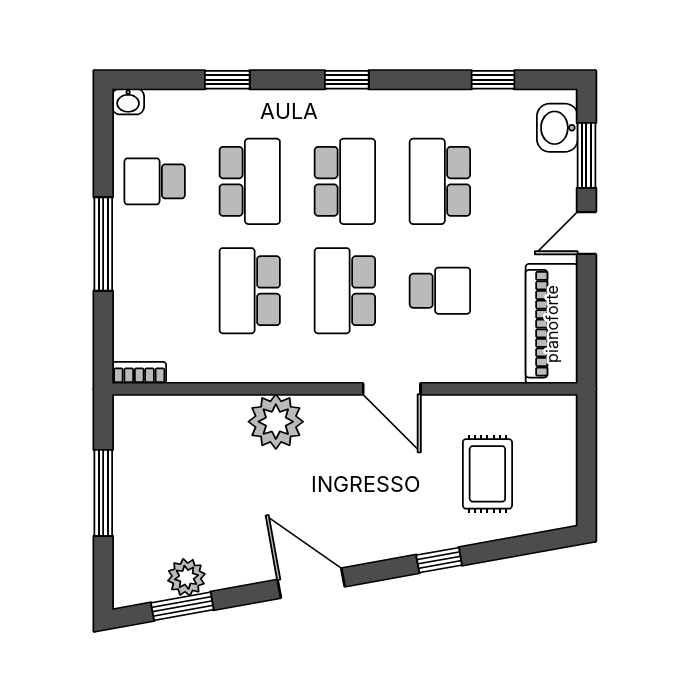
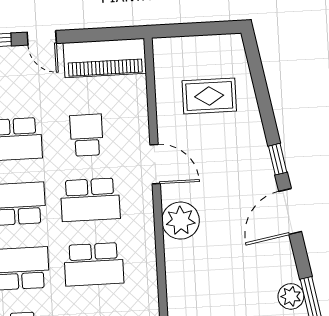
door: (392, 389) -> (155, 164), hinge flipped
plant: (276, 422) -> (181, 221), moved
window: (439, 560) -> (278, 159), moved

